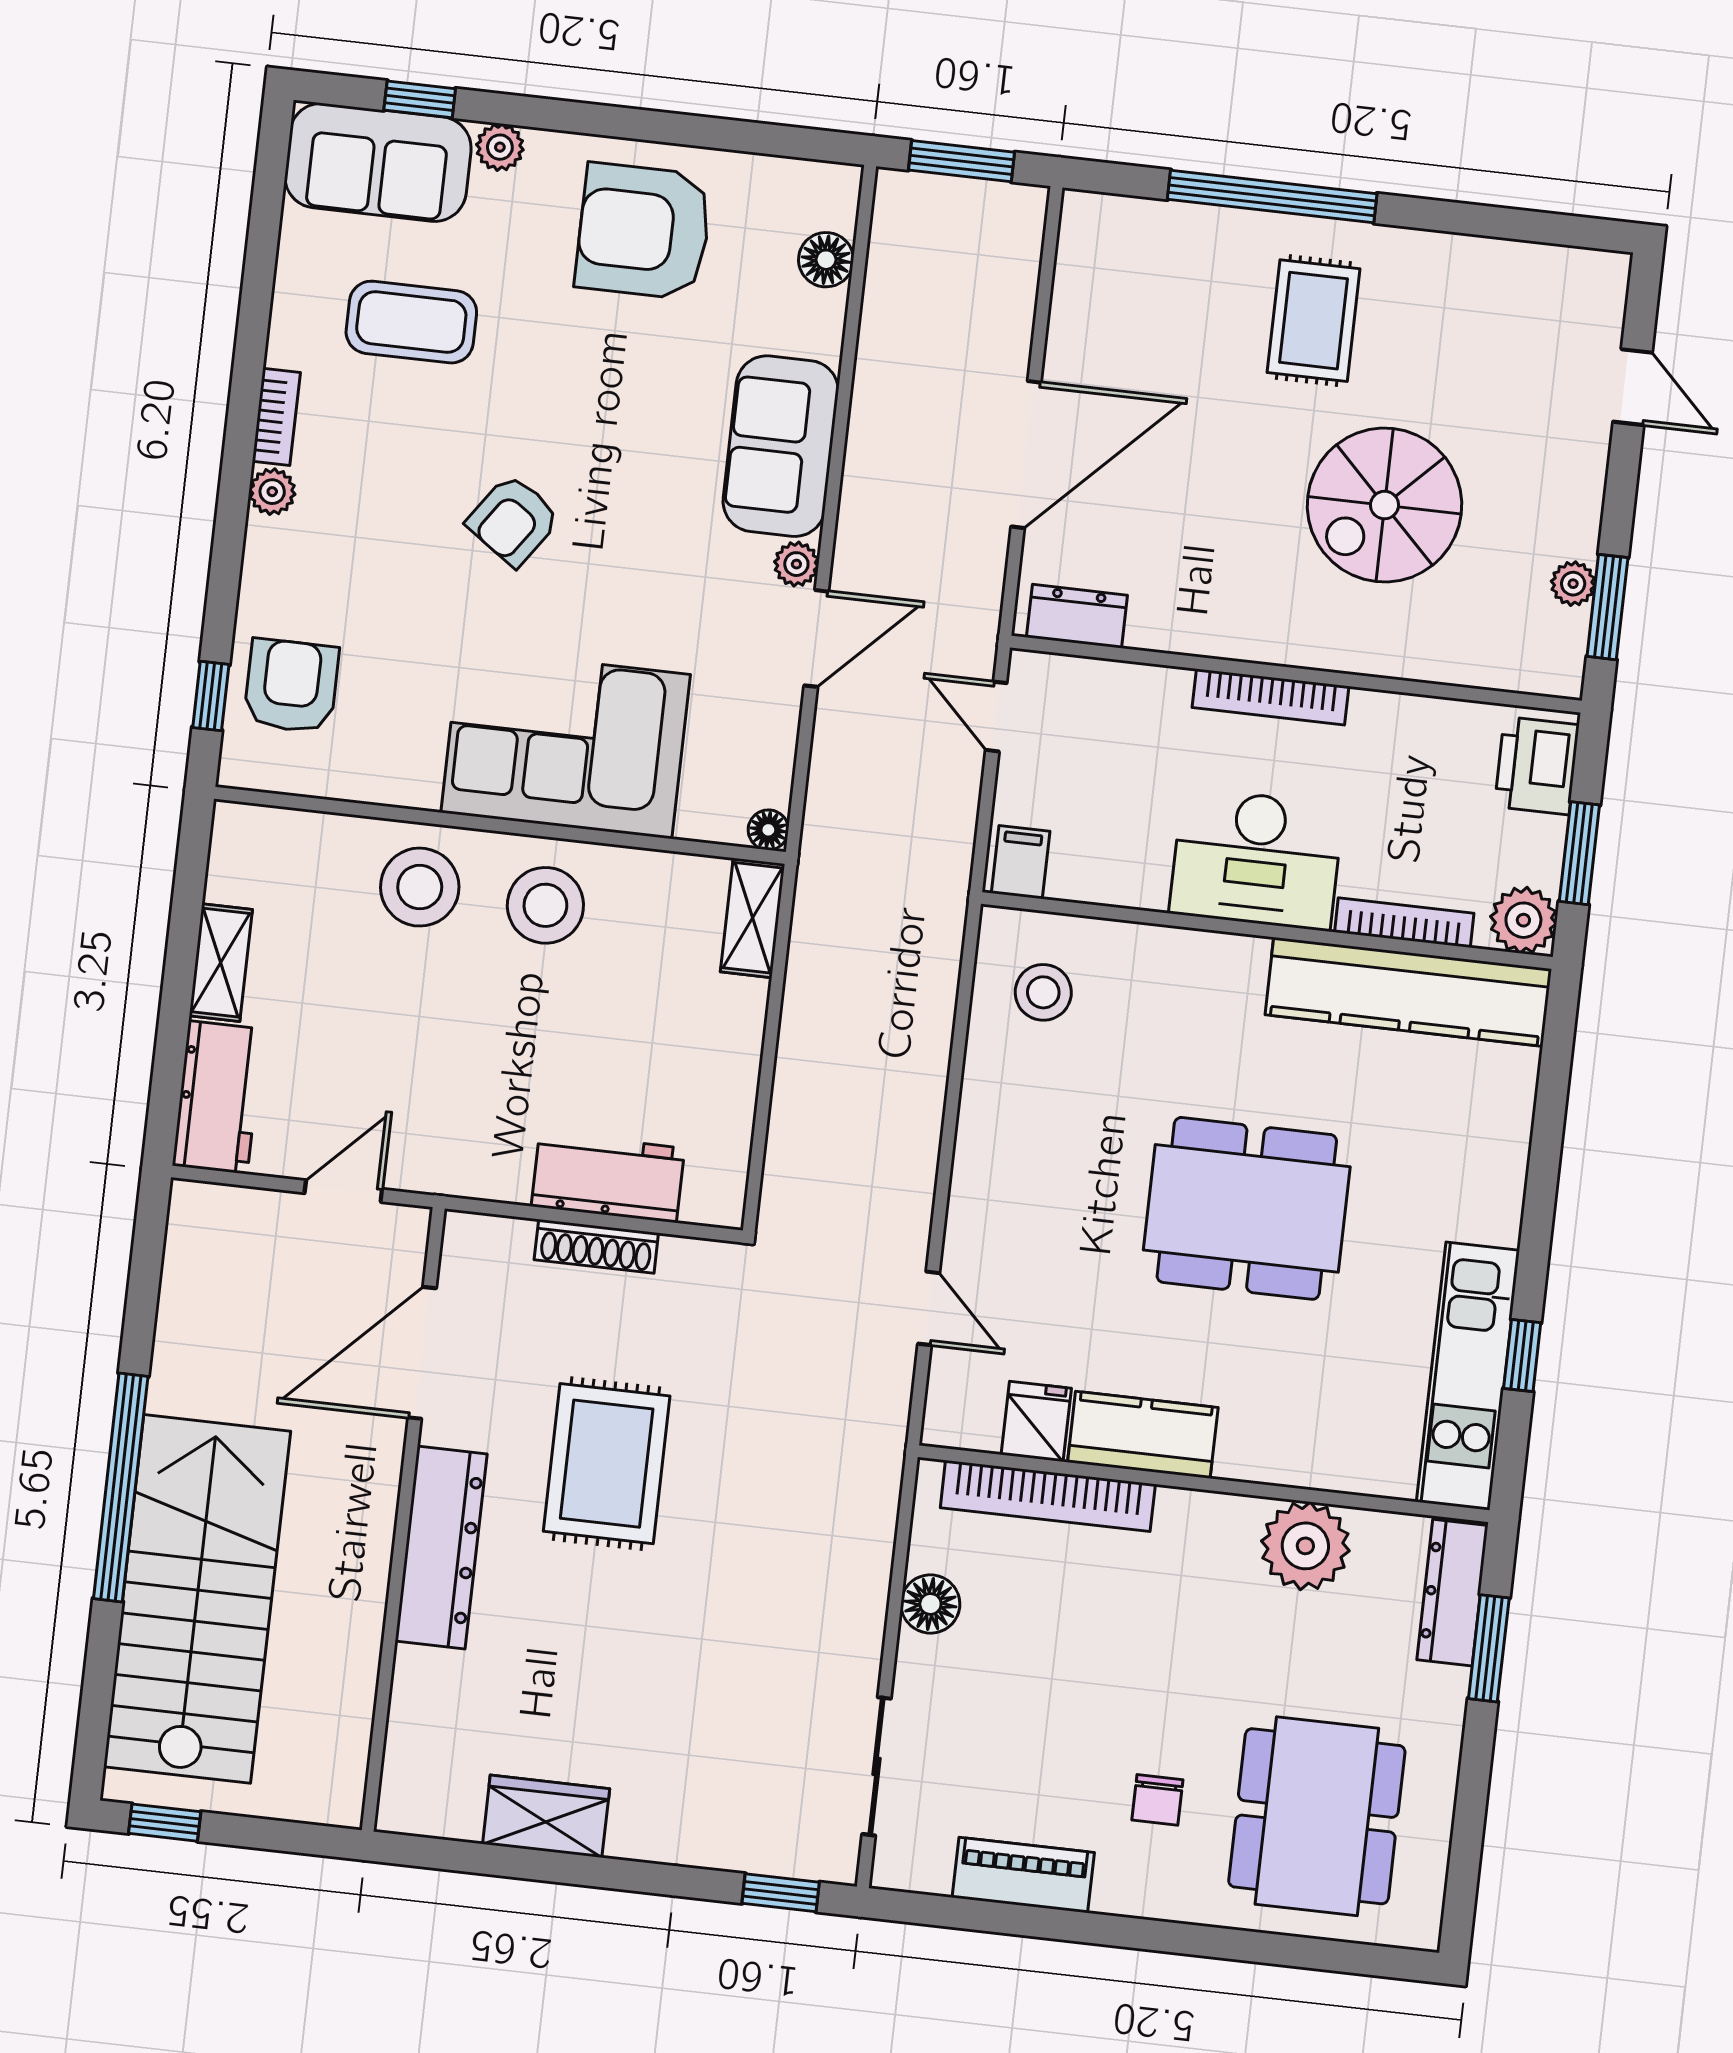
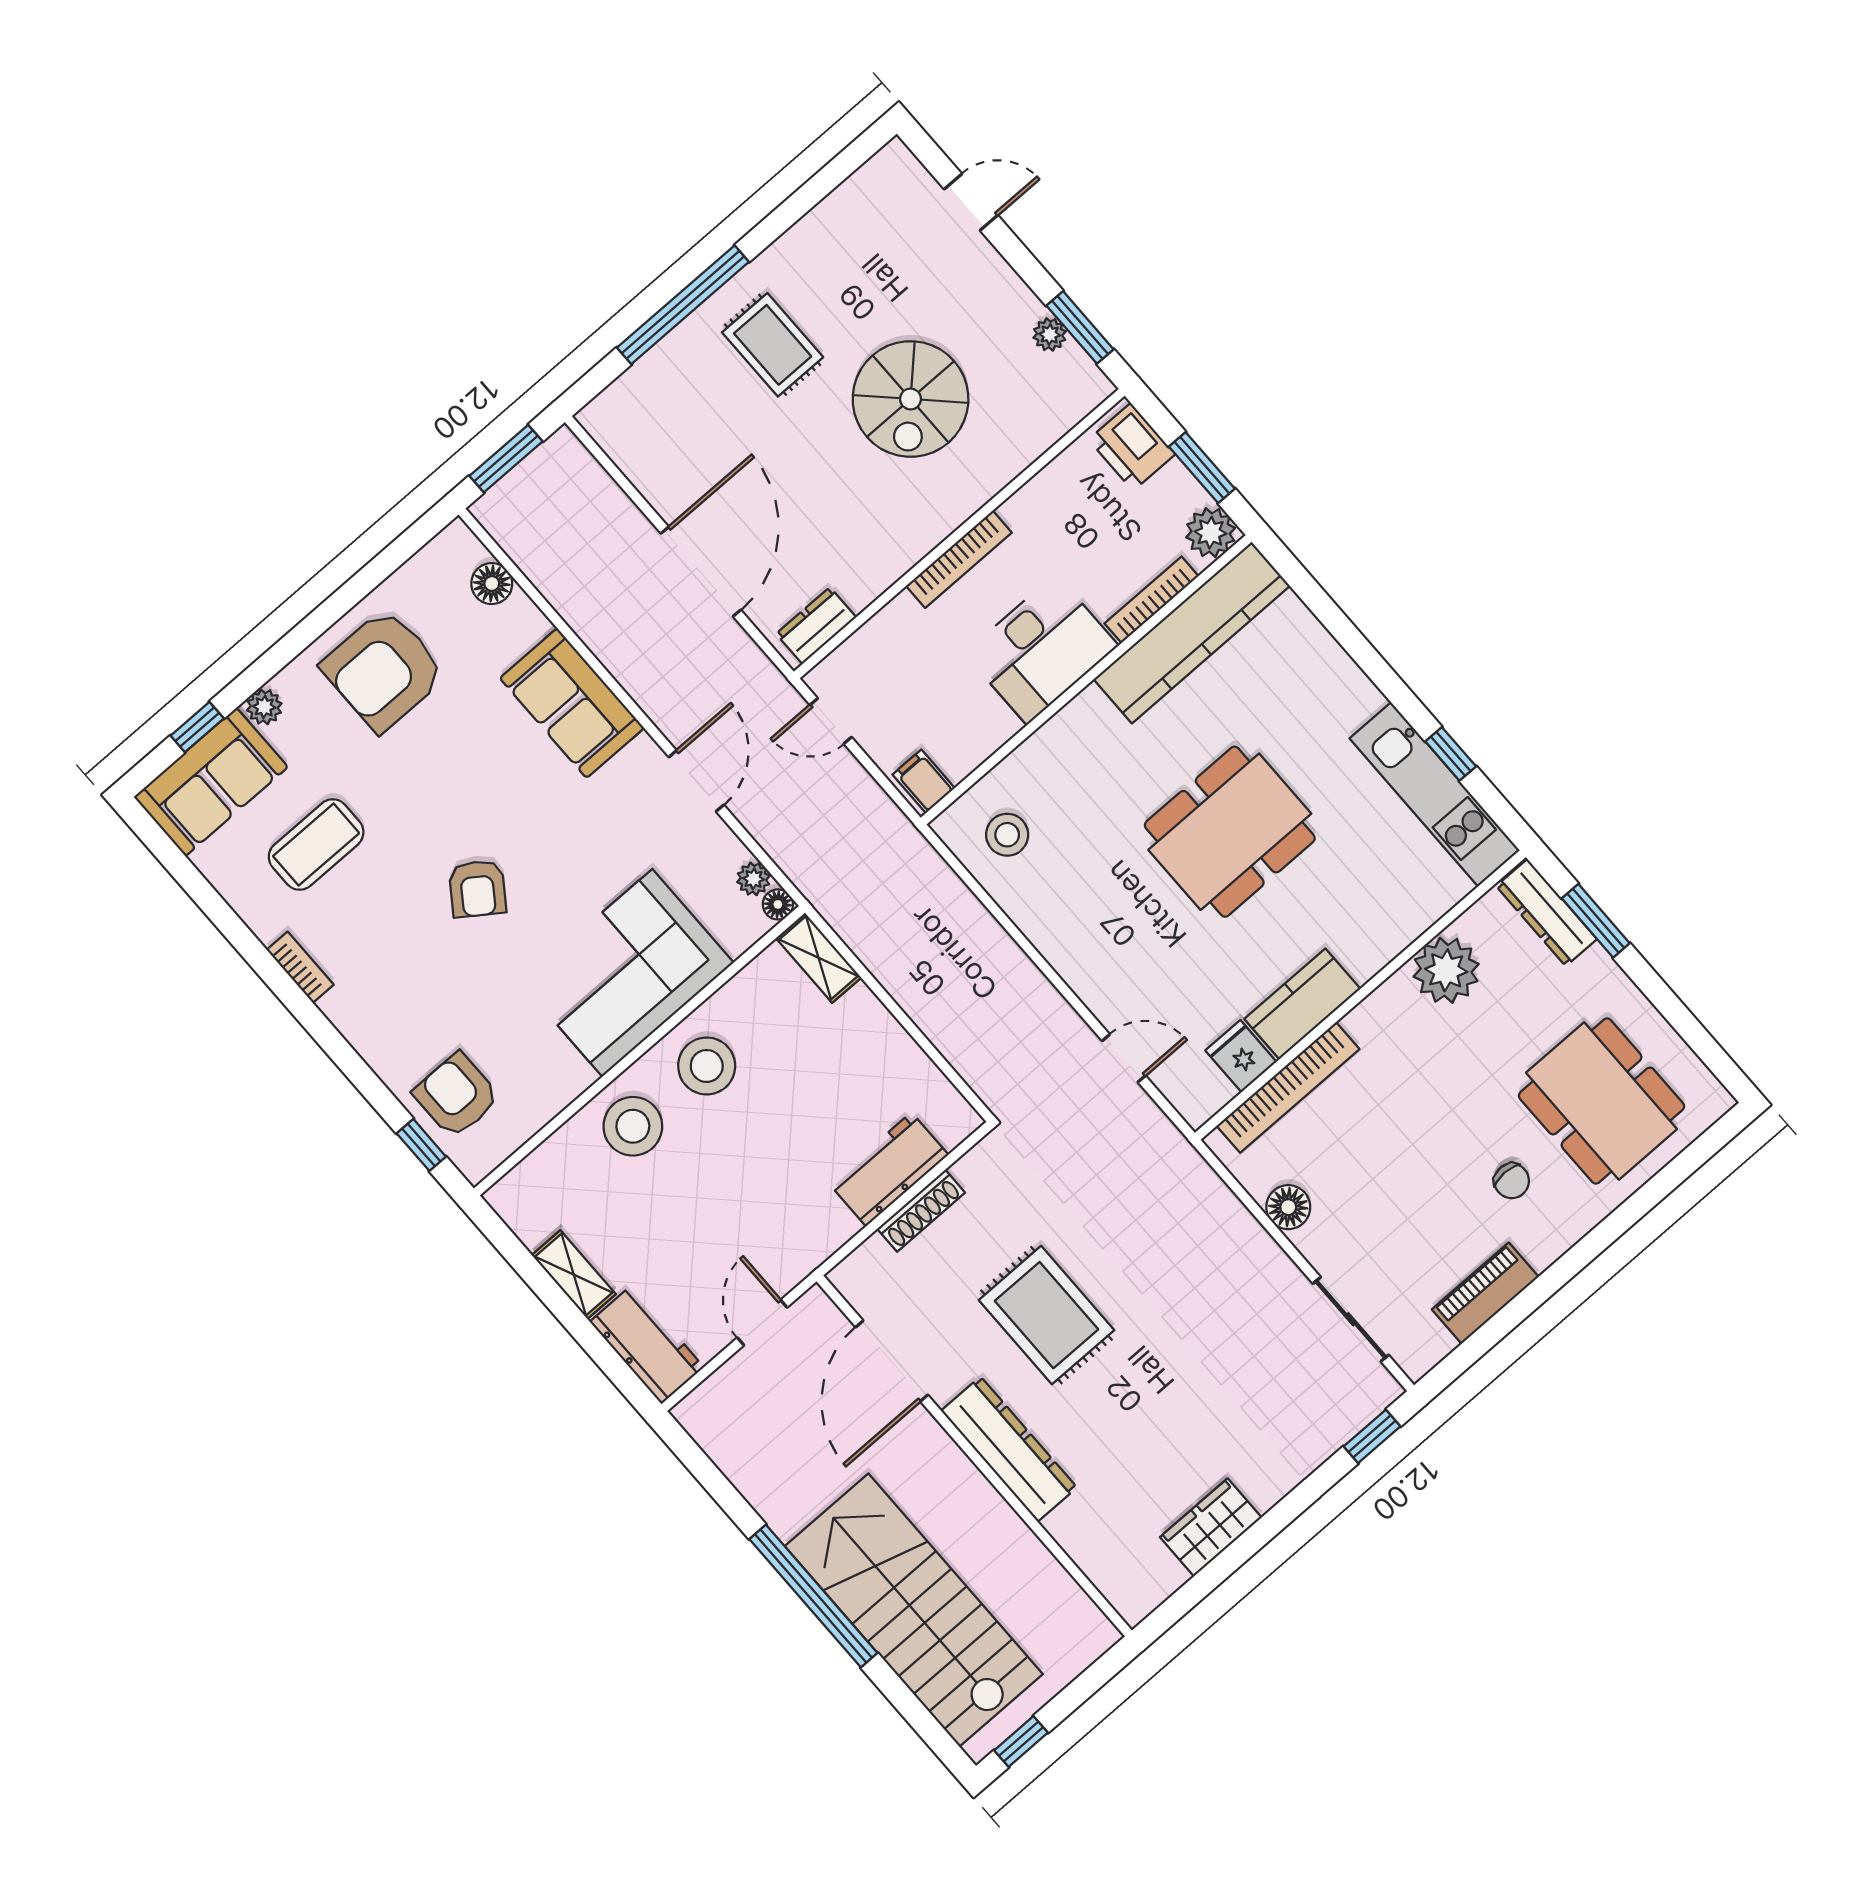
plant: (272, 492) -> (339, 1007), removed
plant: (796, 564) -> (754, 879), moved

